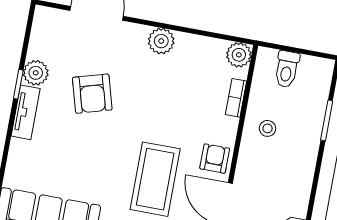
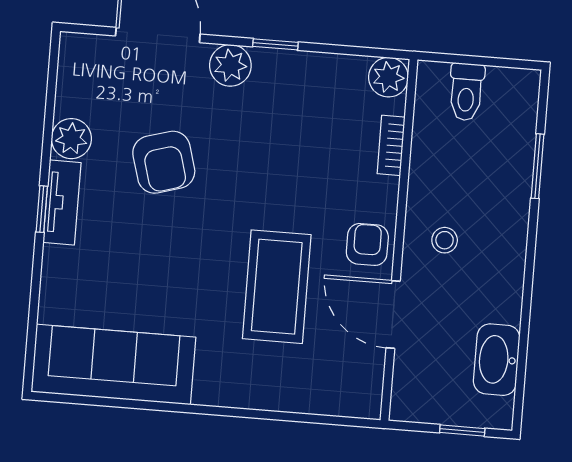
window: (170, 27) -> (275, 44), added
plant: (161, 41) -> (230, 65), moved
window: (18, 84) -> (42, 209), moved
stool: (268, 128) -> (445, 240), moved

